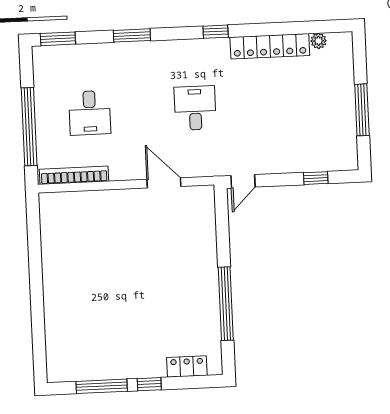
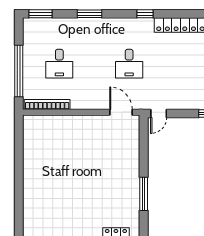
desk: (195, 108) -> (129, 64), turned 180
door: (164, 183) -> (121, 112), moved
window: (226, 304) -> (144, 194), width x0.68

